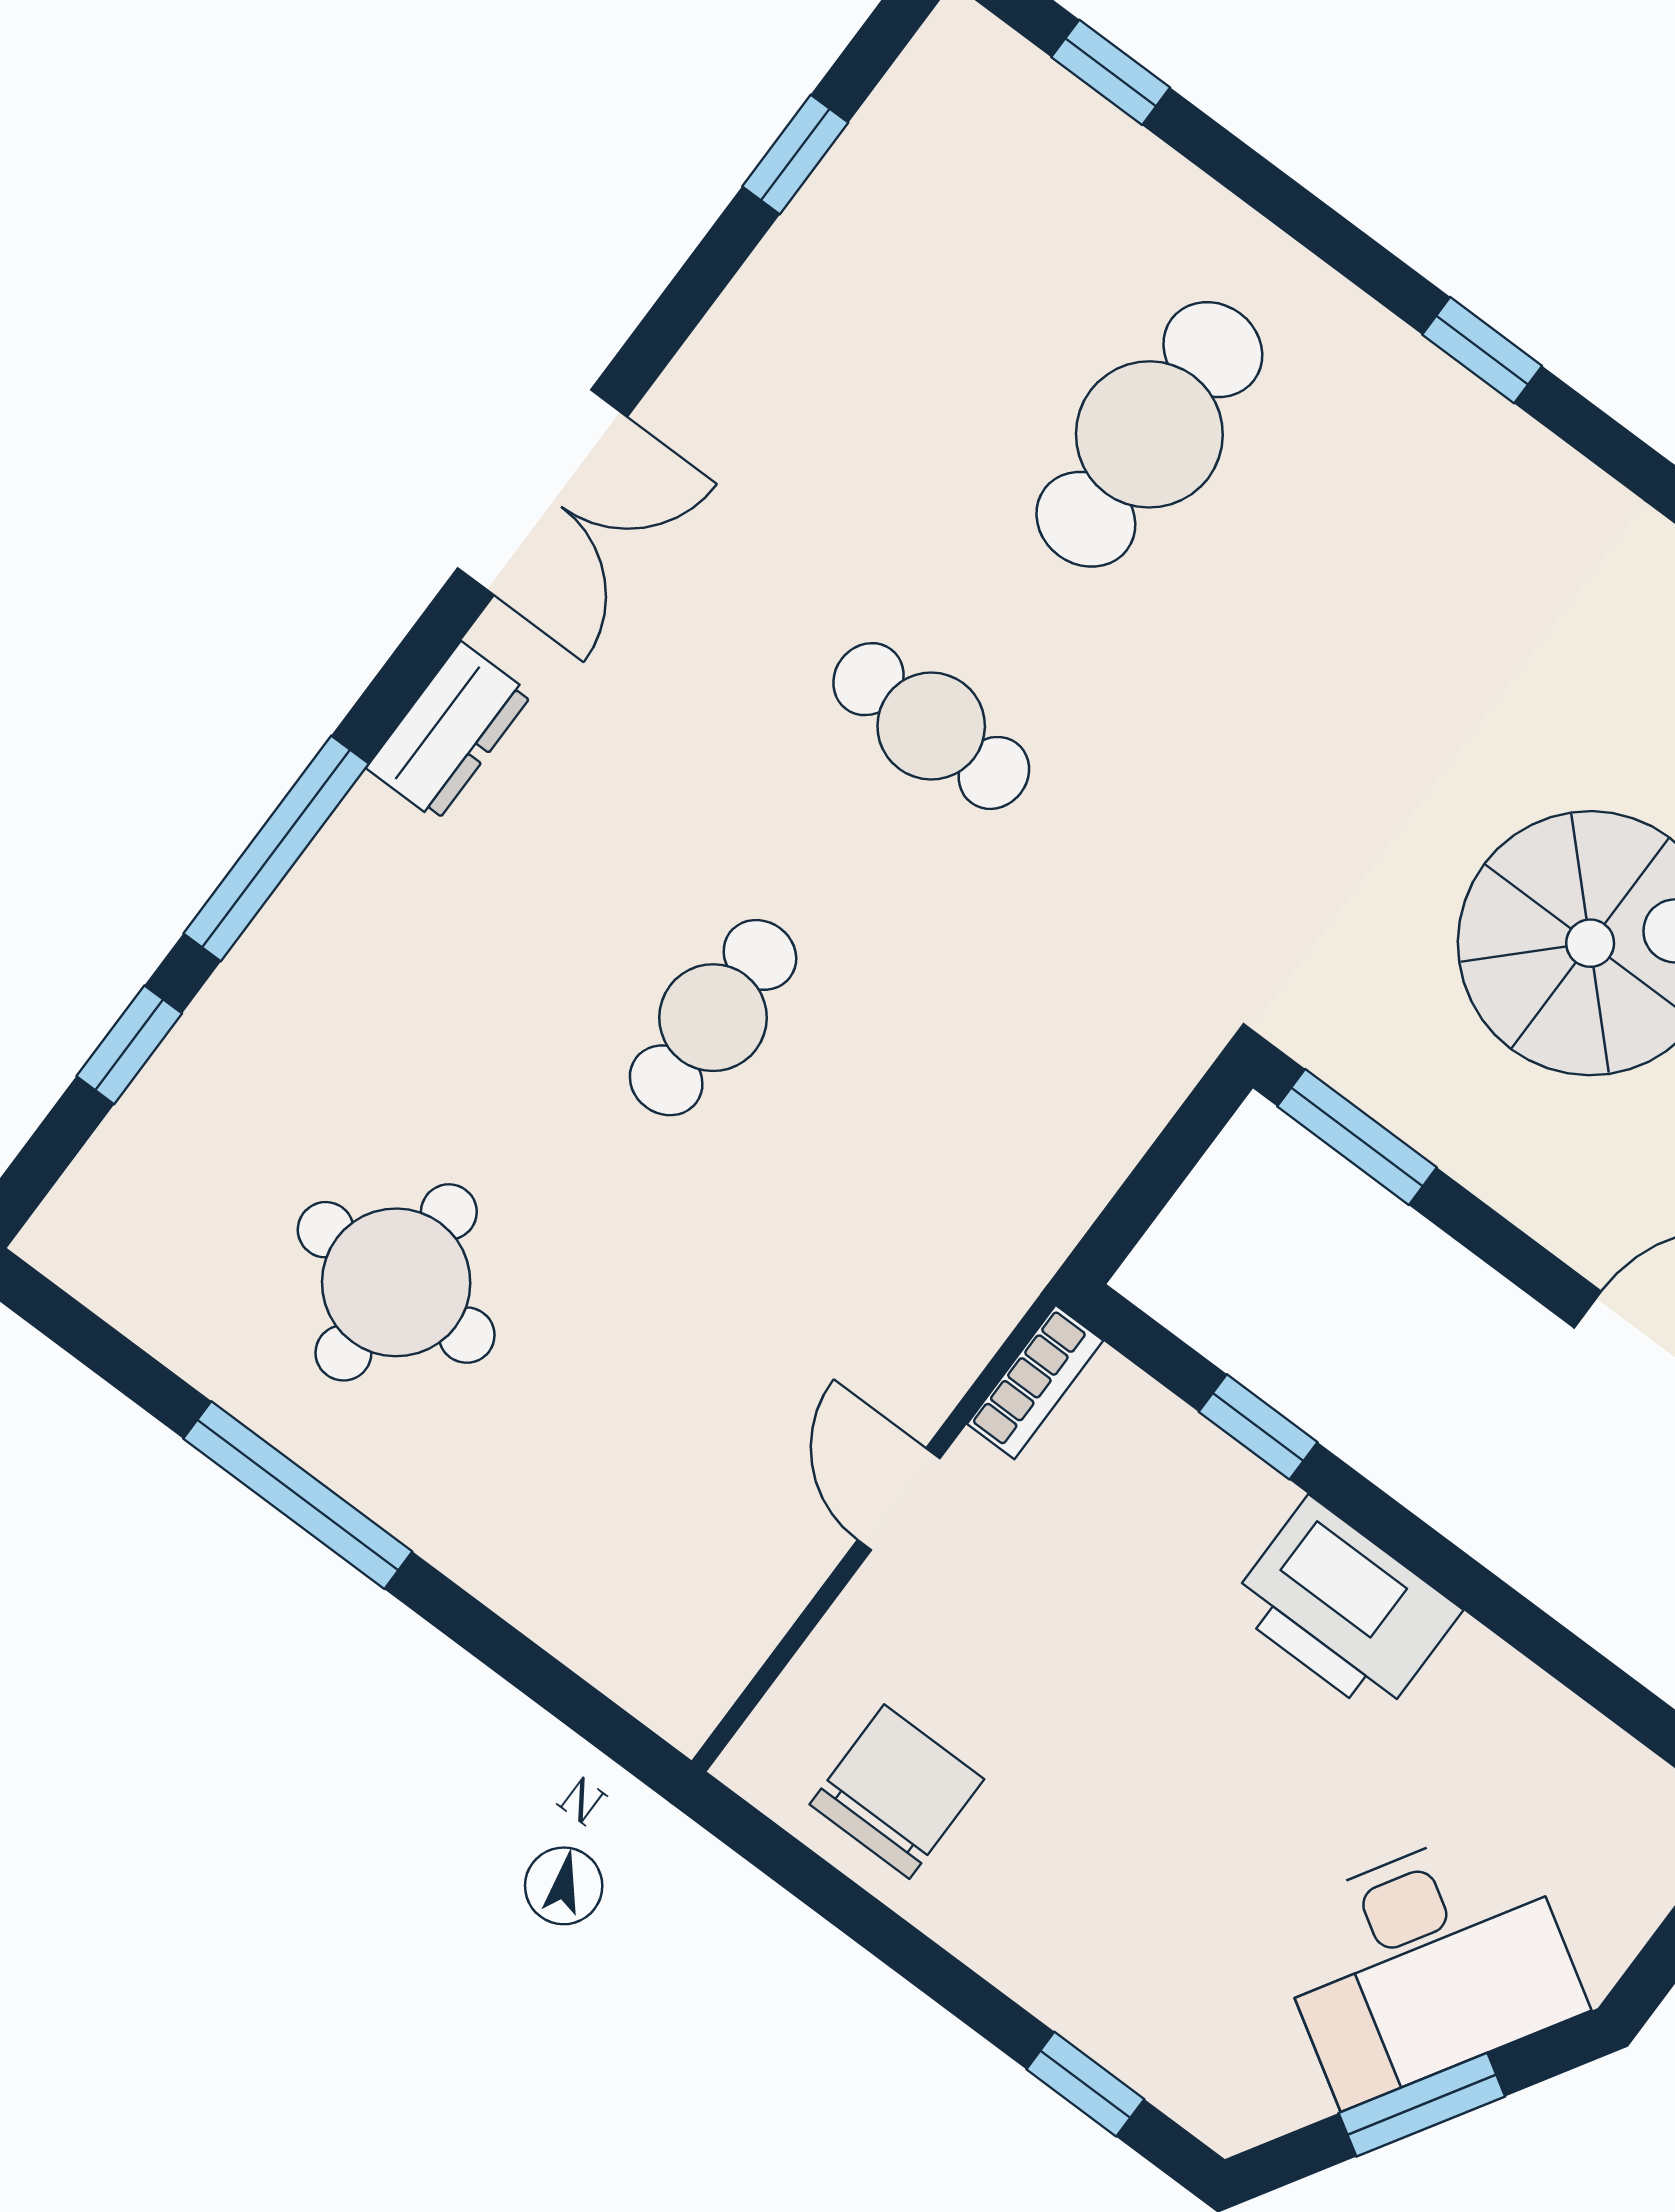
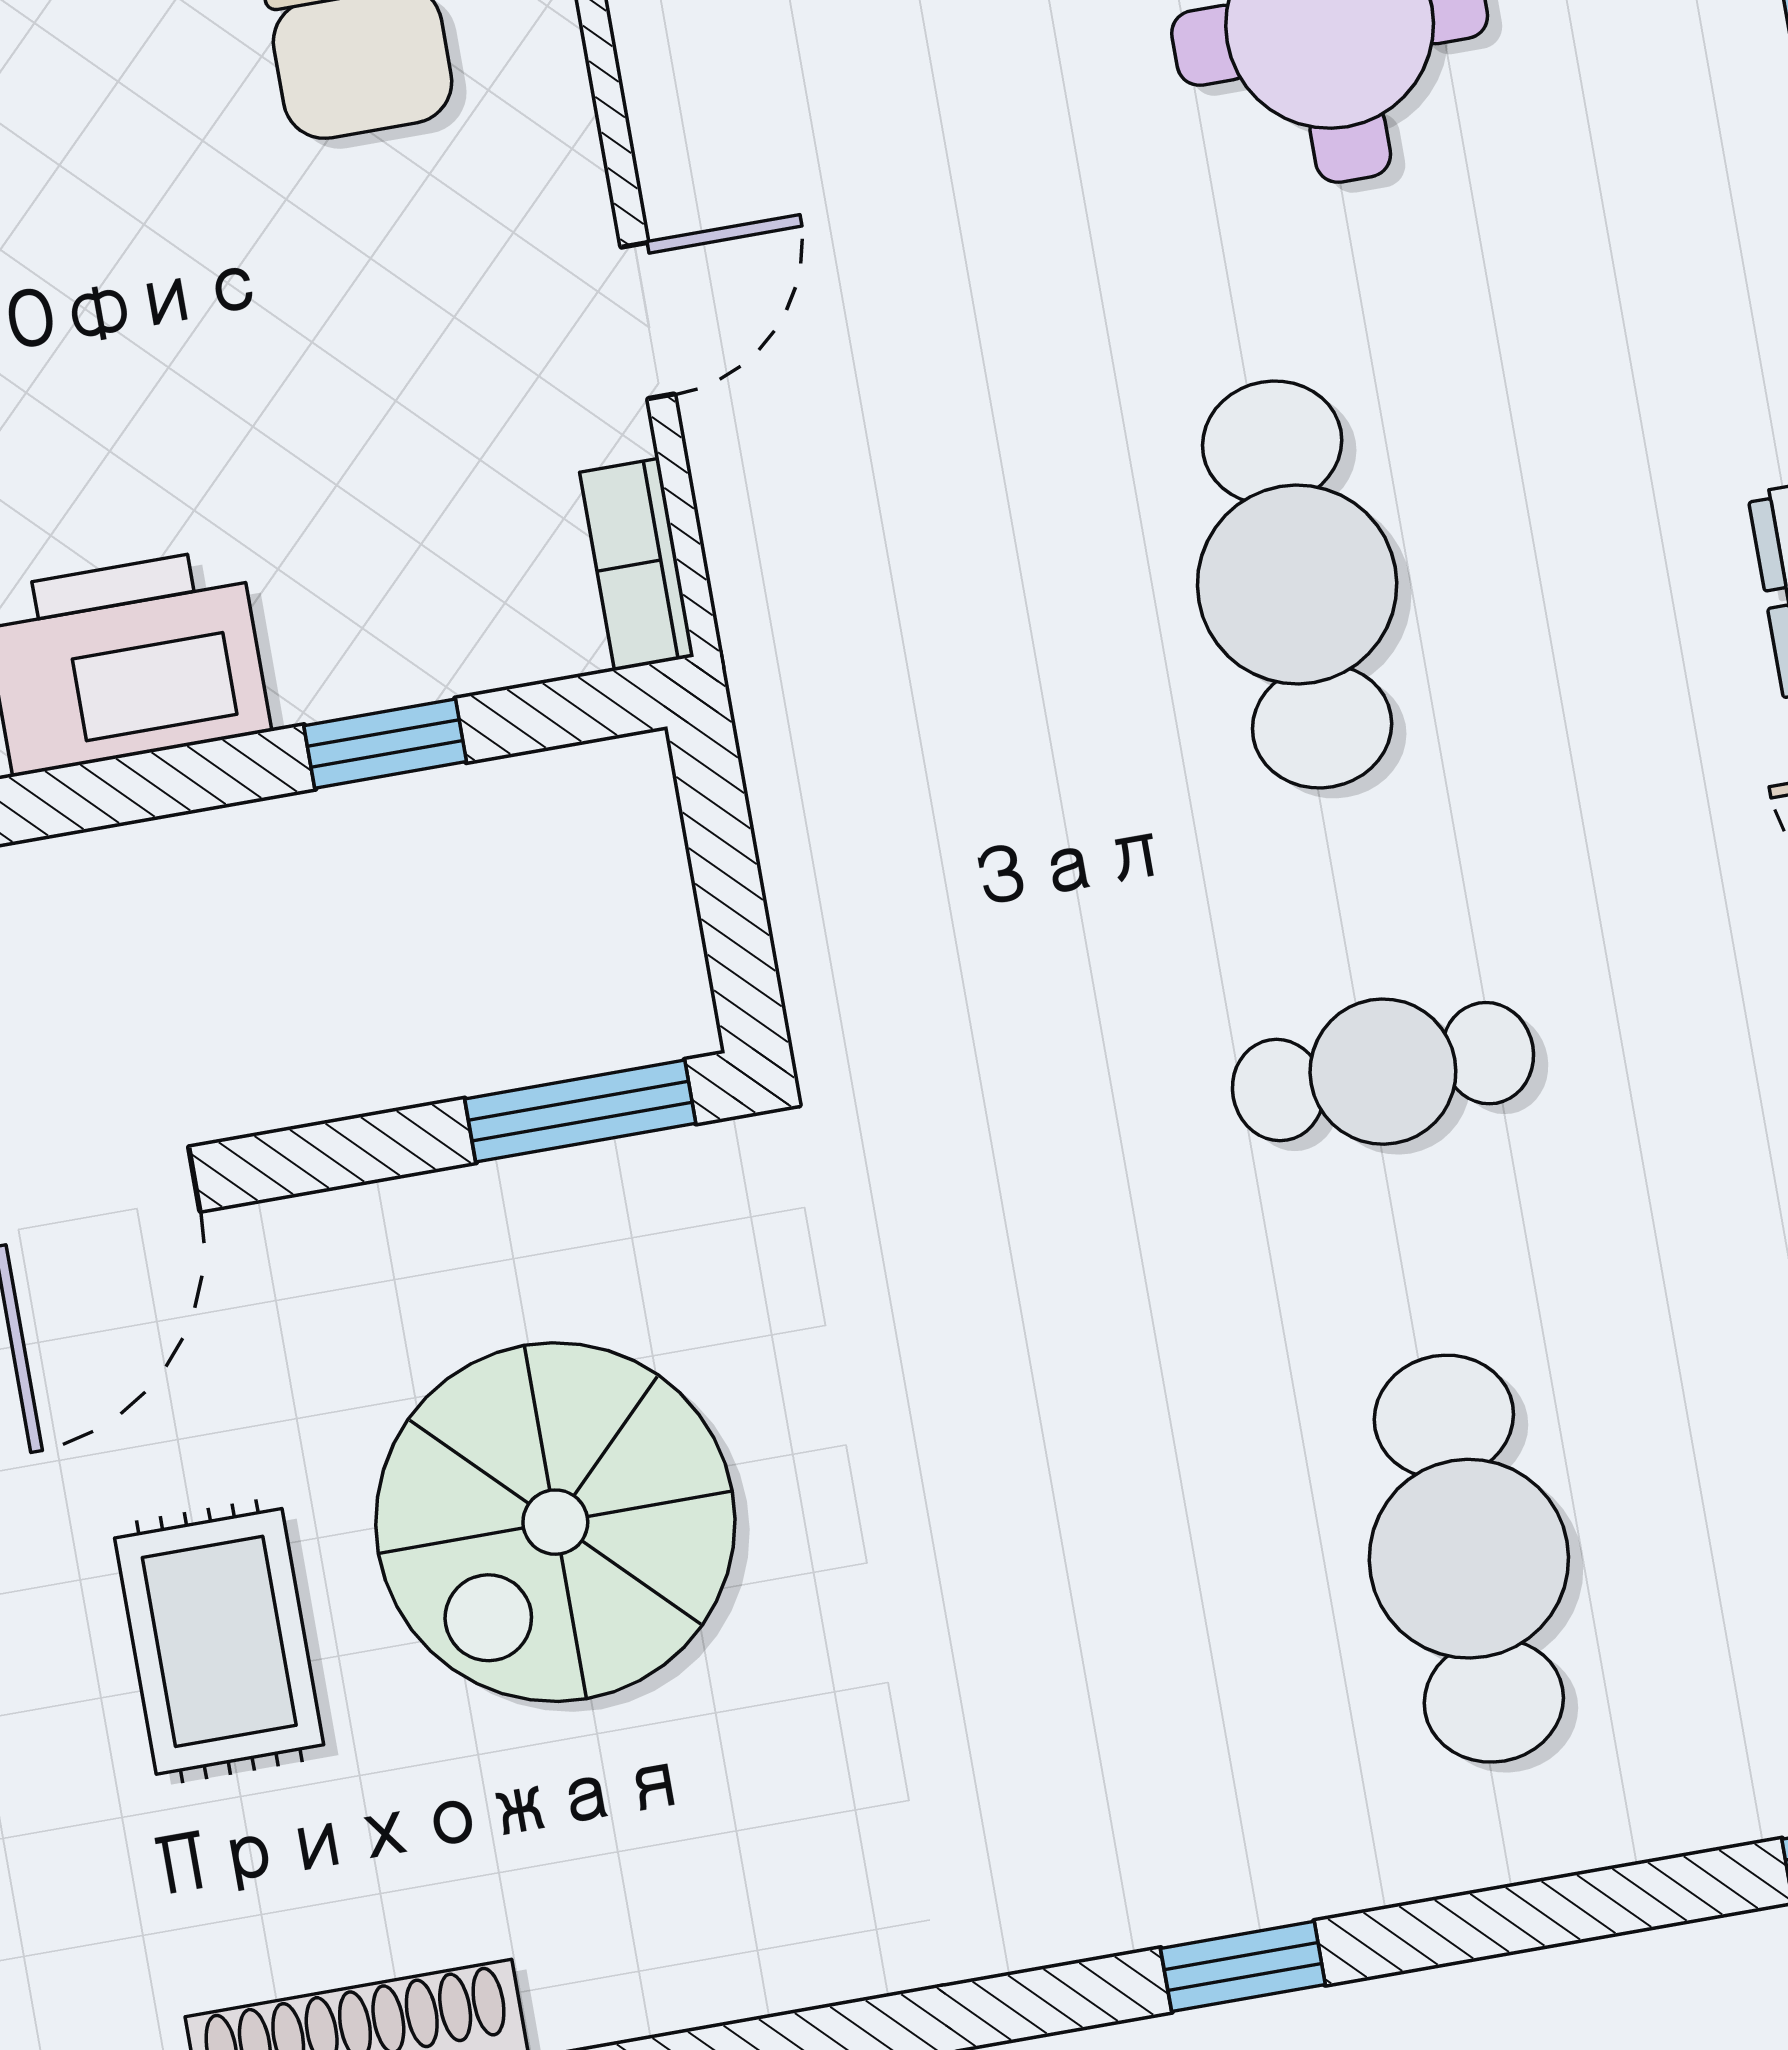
cafe table: (713, 1018) -> (1297, 584), width x1.37, depth x1.35
door: (899, 1499) -> (648, 321), hinge flipped

